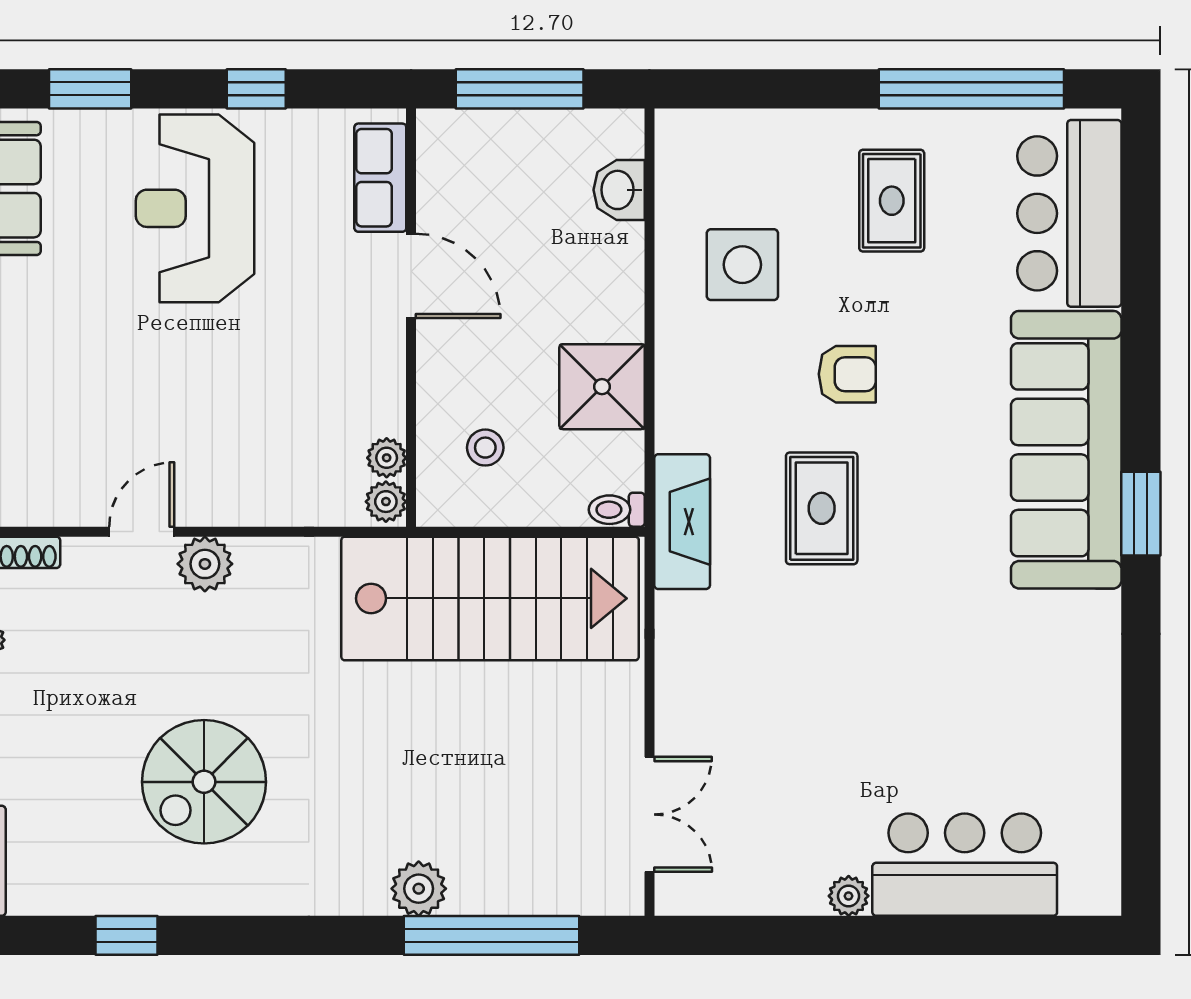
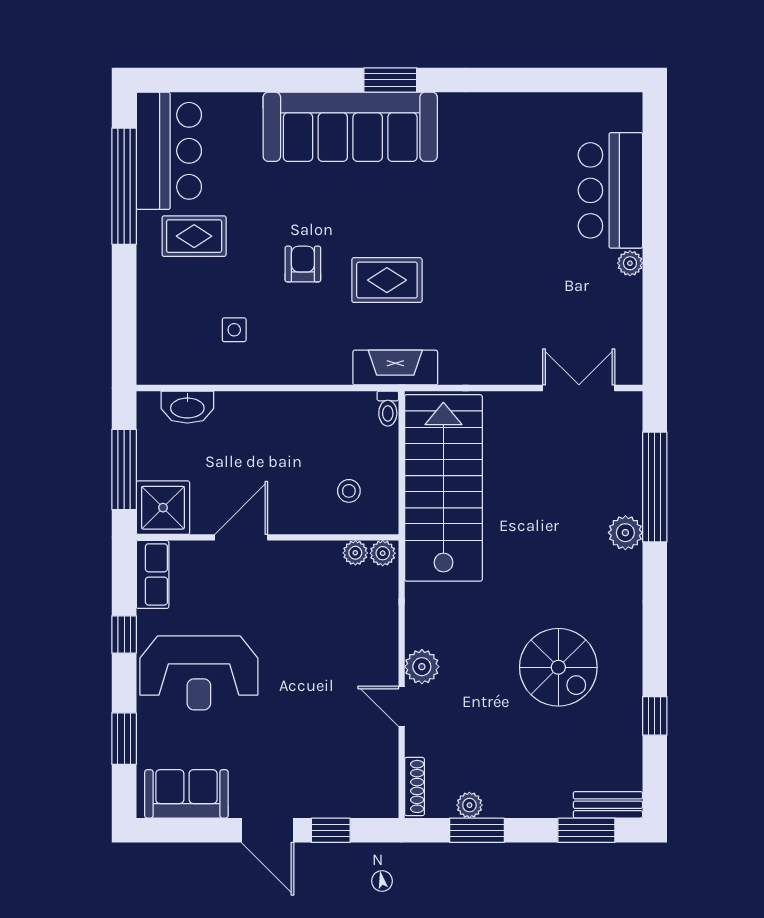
row of seats: (380, 178) -> (153, 574), moved, turned -90
washbasin: (619, 190) -> (187, 407), width x1.38
bar counter: (1069, 213) -> (169, 151), moved, turned -90
side table: (742, 265) -> (234, 330), width x0.54, depth x0.54
shower: (602, 387) -> (163, 508), moved

